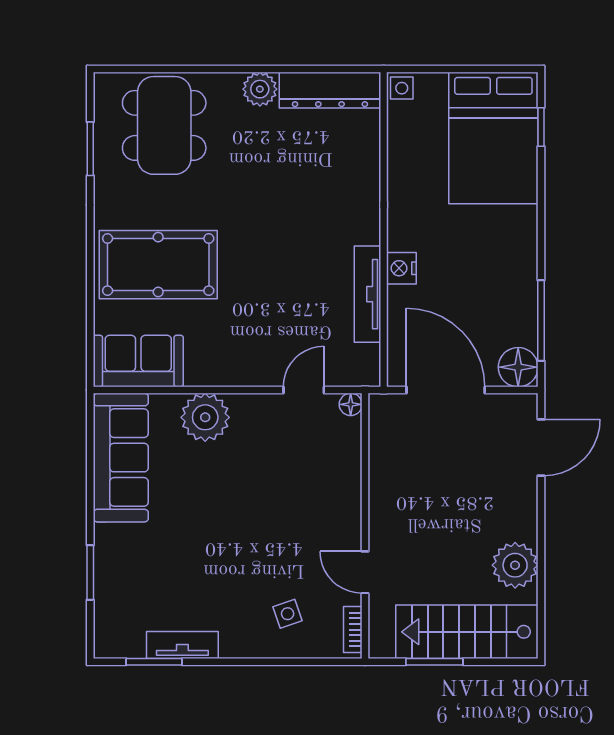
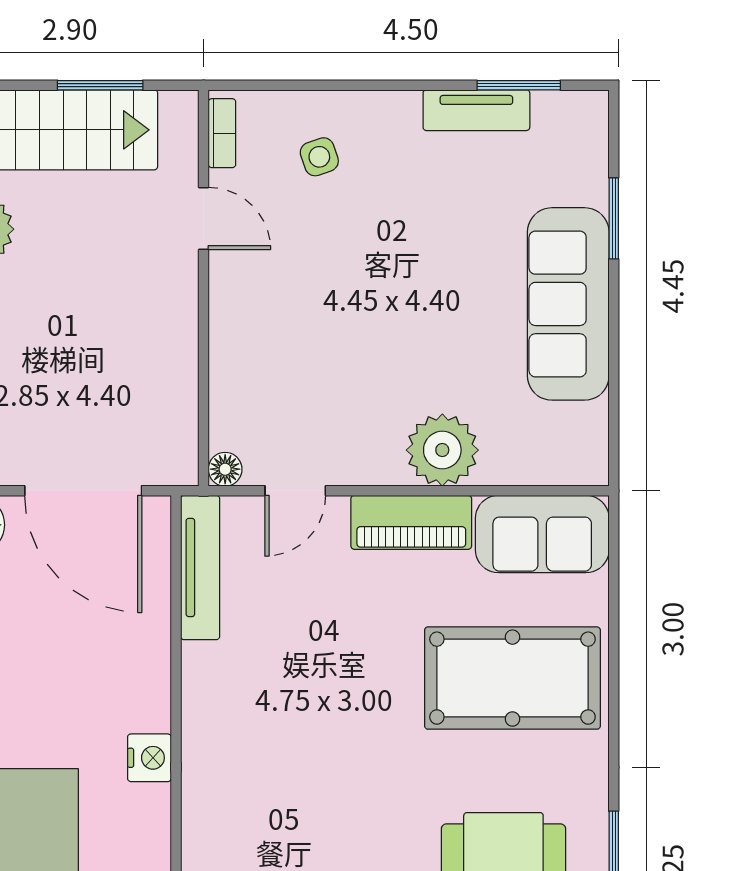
nightstand: (401, 268) -> (149, 758), moved
tv unit: (367, 294) -> (200, 567), moved
piano: (226, 369) -> (411, 522), added
sofa: (121, 458) -> (568, 304), moved

